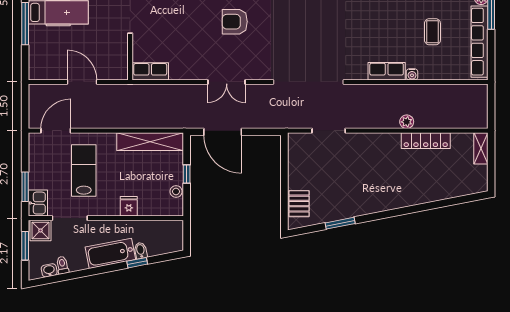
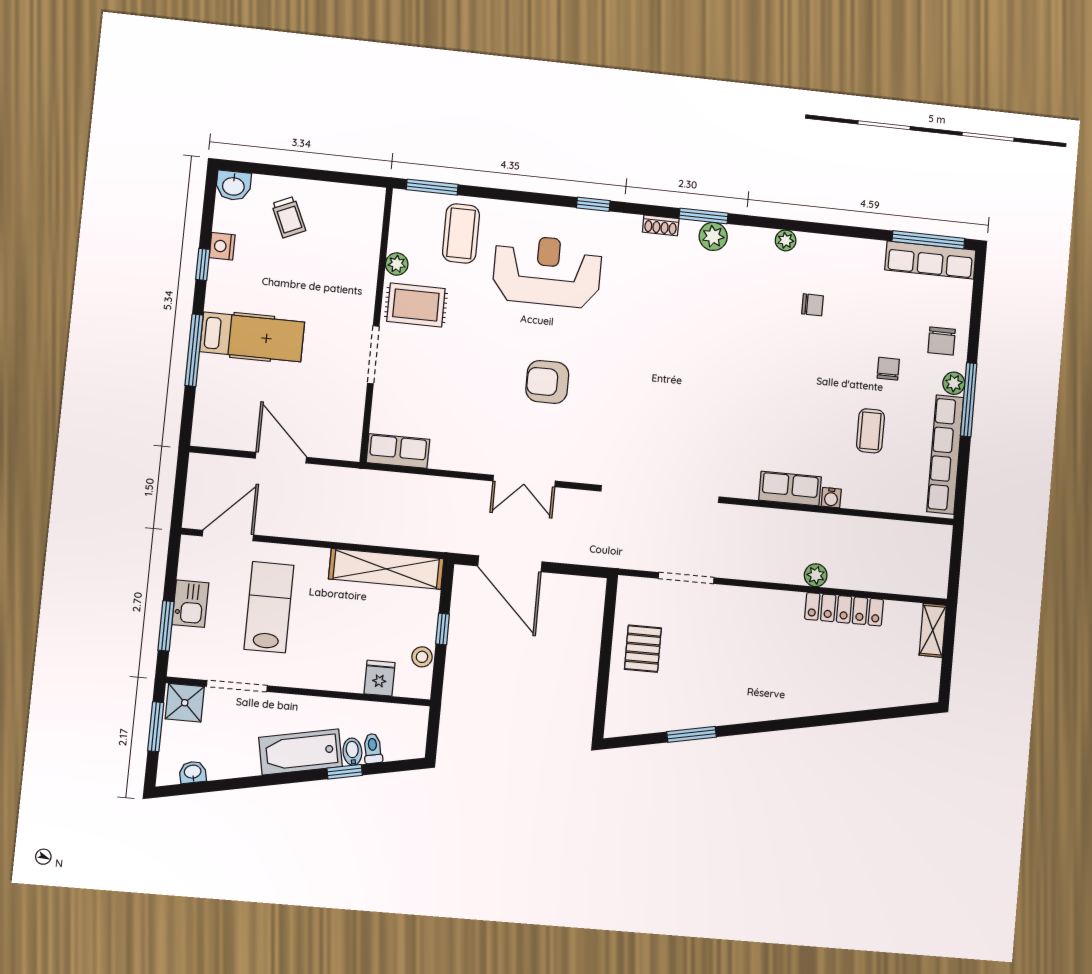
kitchen sink: (38, 203) -> (190, 604), moved
pallet: (299, 204) -> (643, 649), moved
fridge: (129, 206) -> (380, 678), moved
toilet: (62, 265) -> (373, 748), moved

